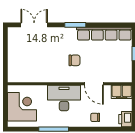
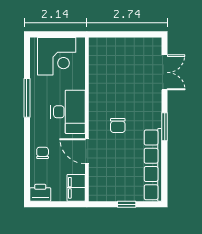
door: (94, 84) -> (87, 151), hinge flipped

